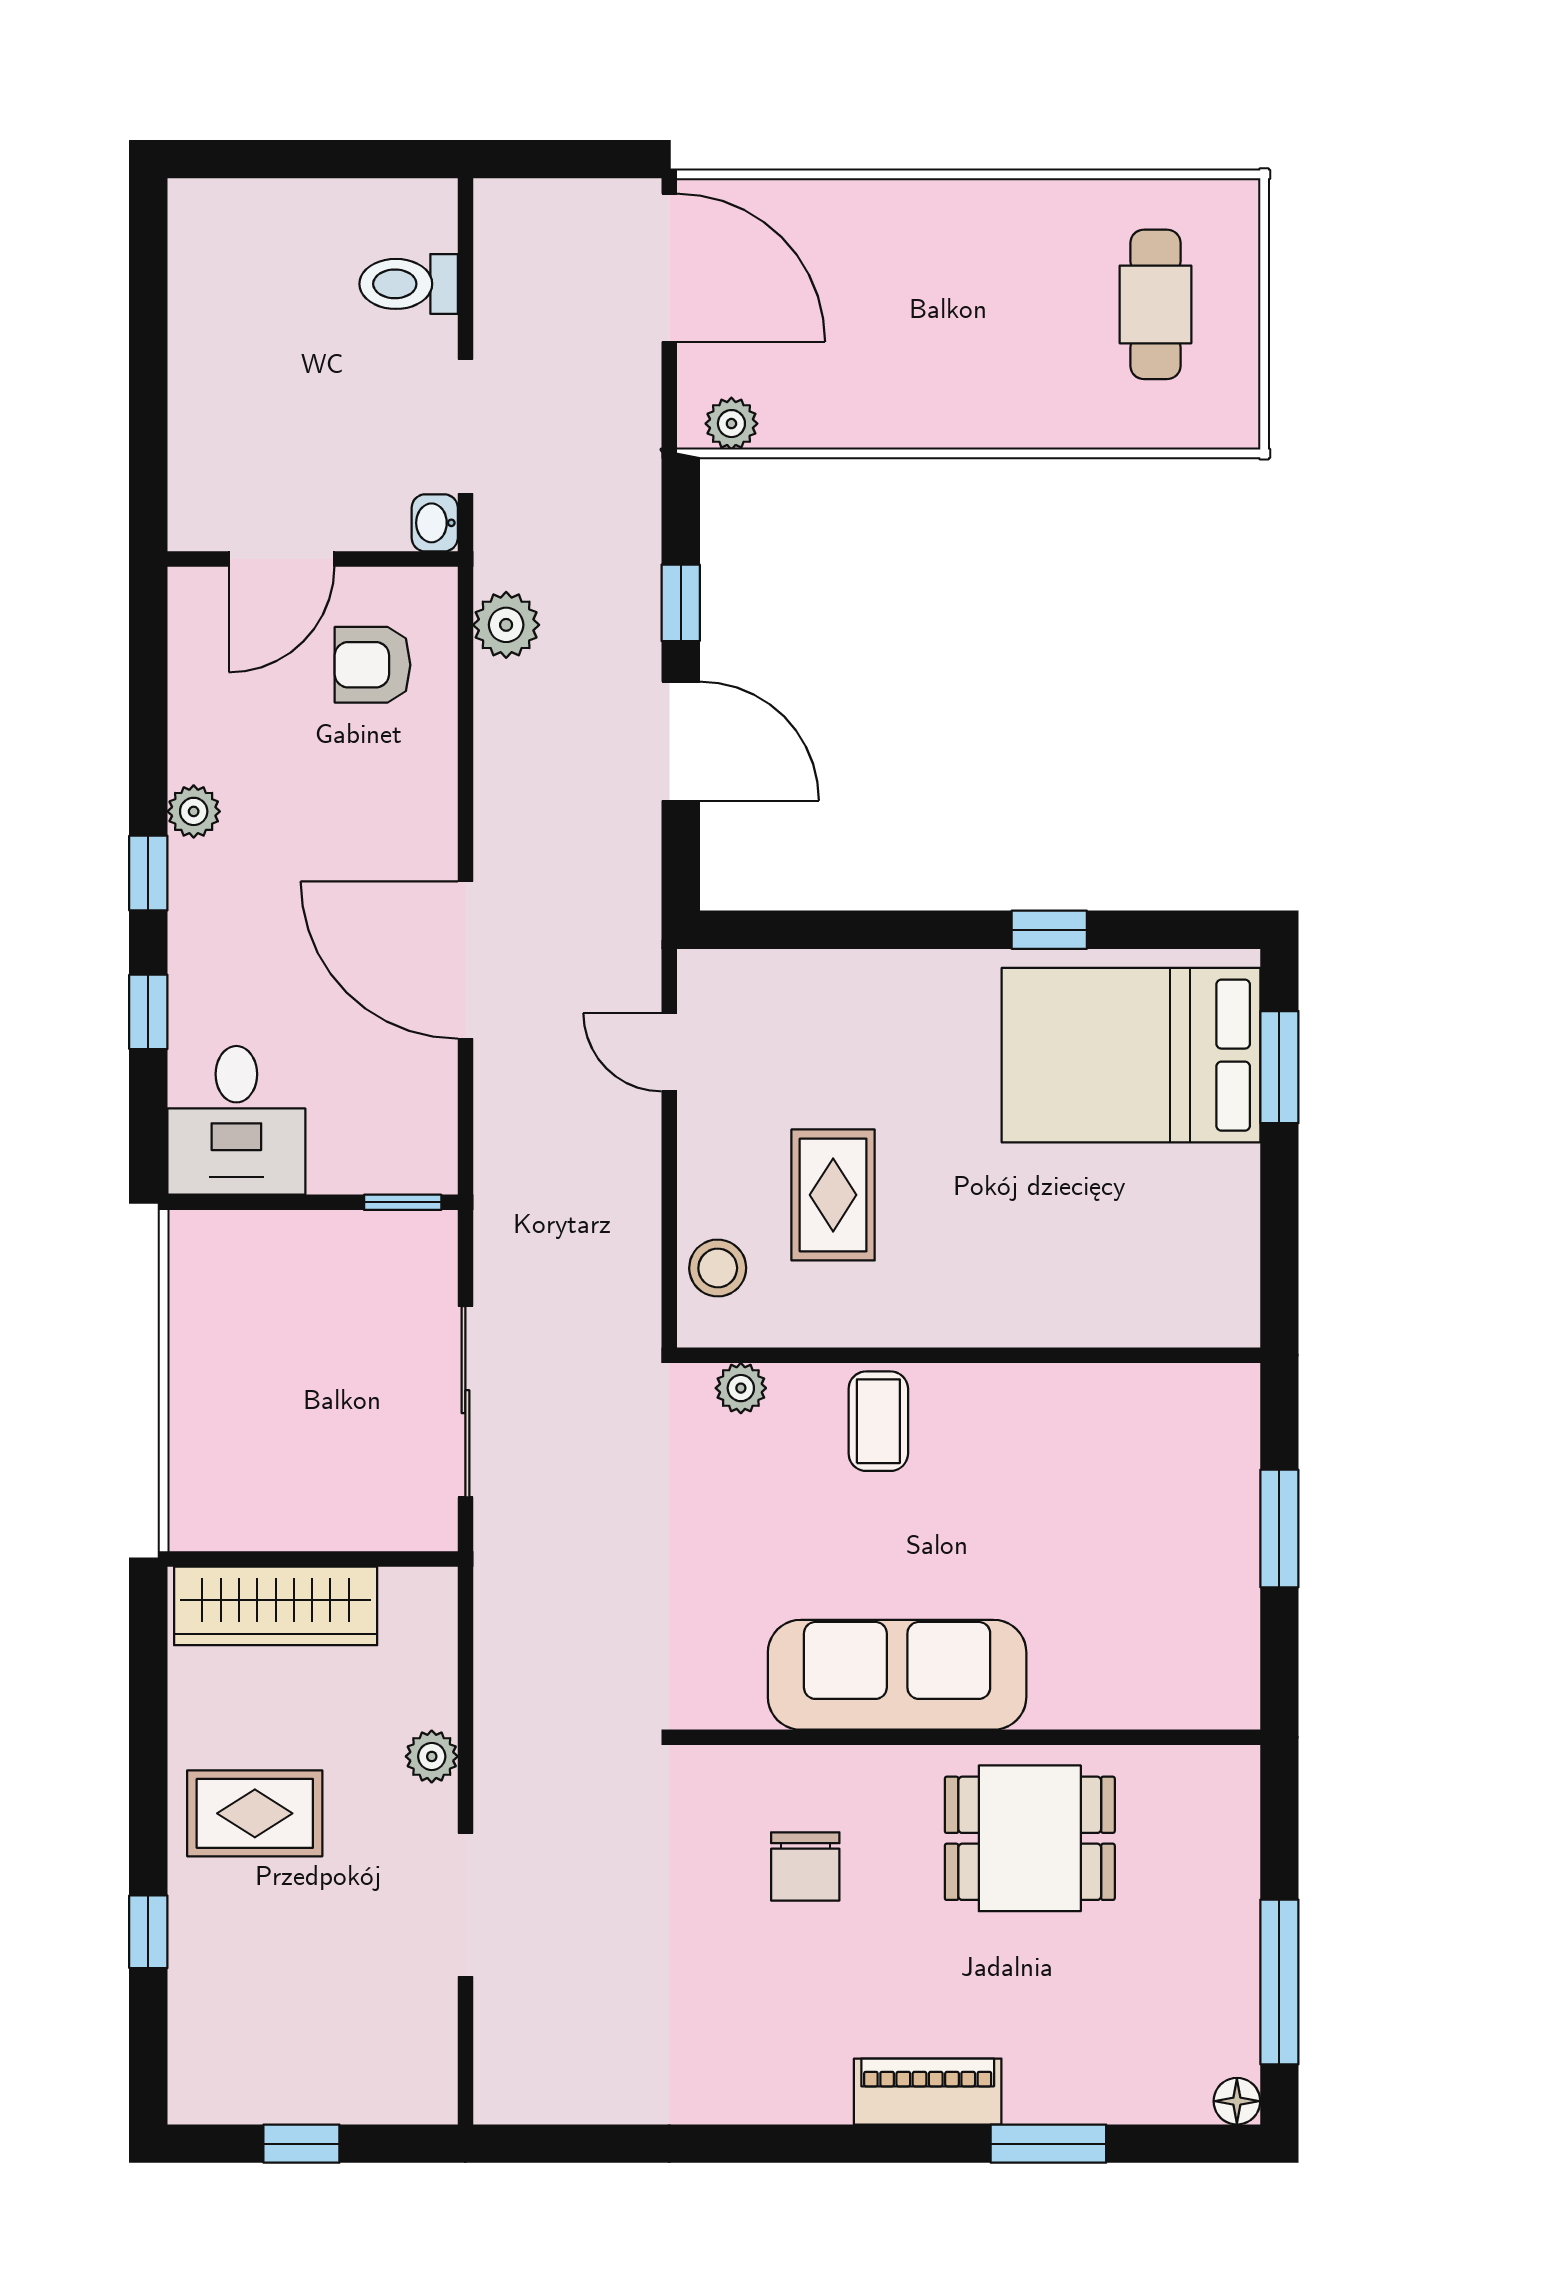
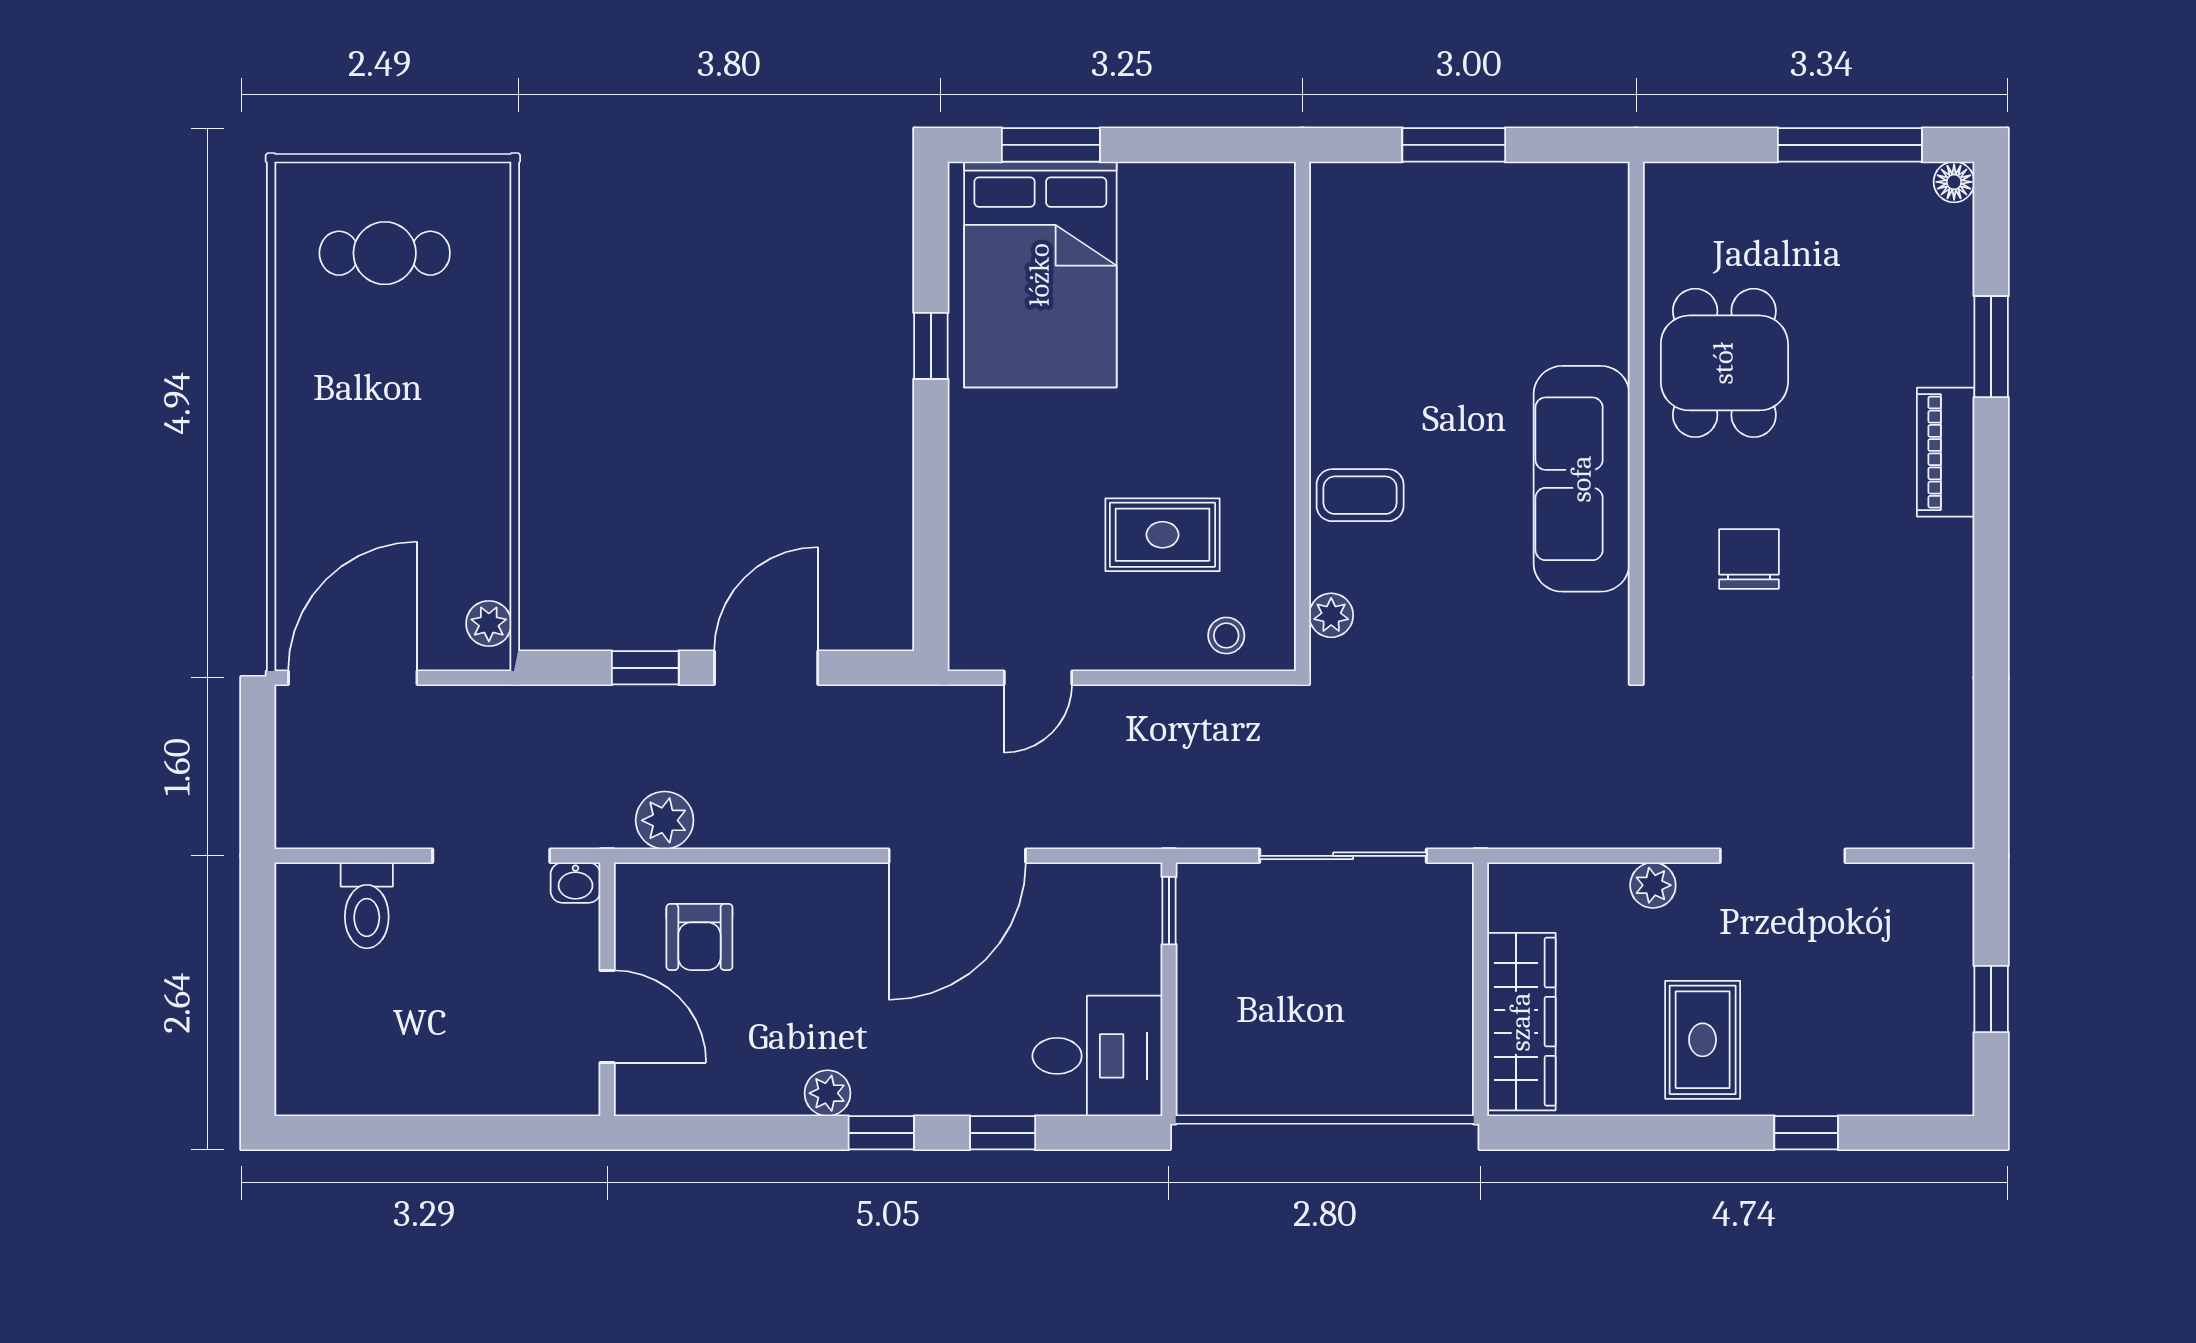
stool: (718, 1268) -> (1226, 636), width x0.73, depth x0.73
chair: (805, 1866) -> (1749, 559), turned -90

